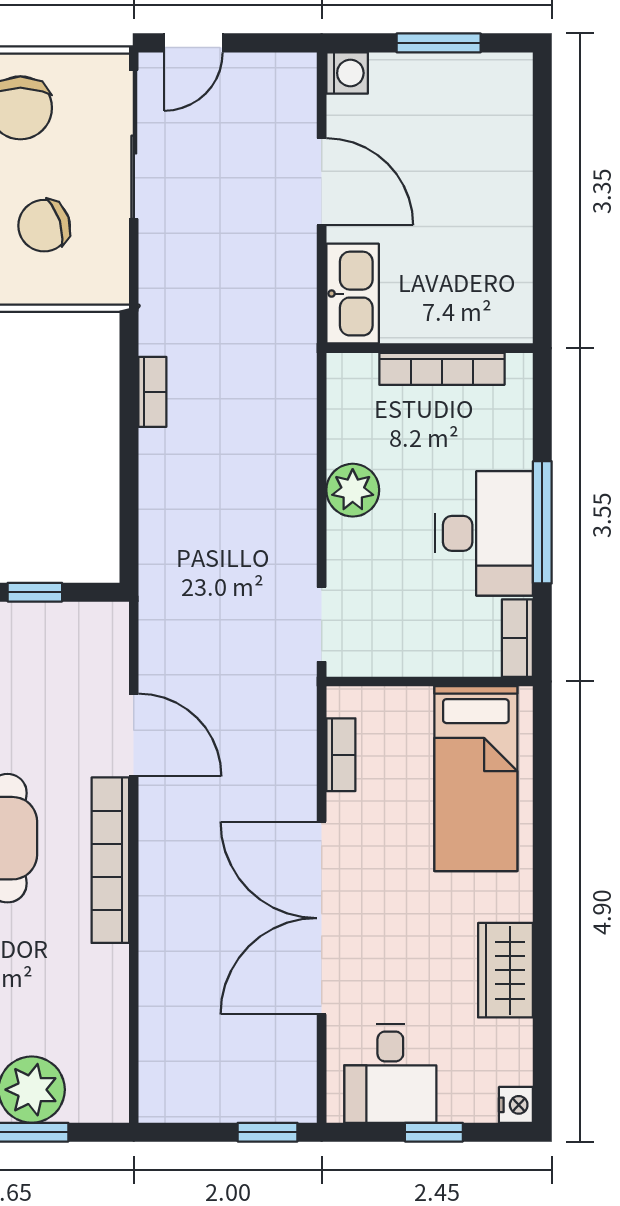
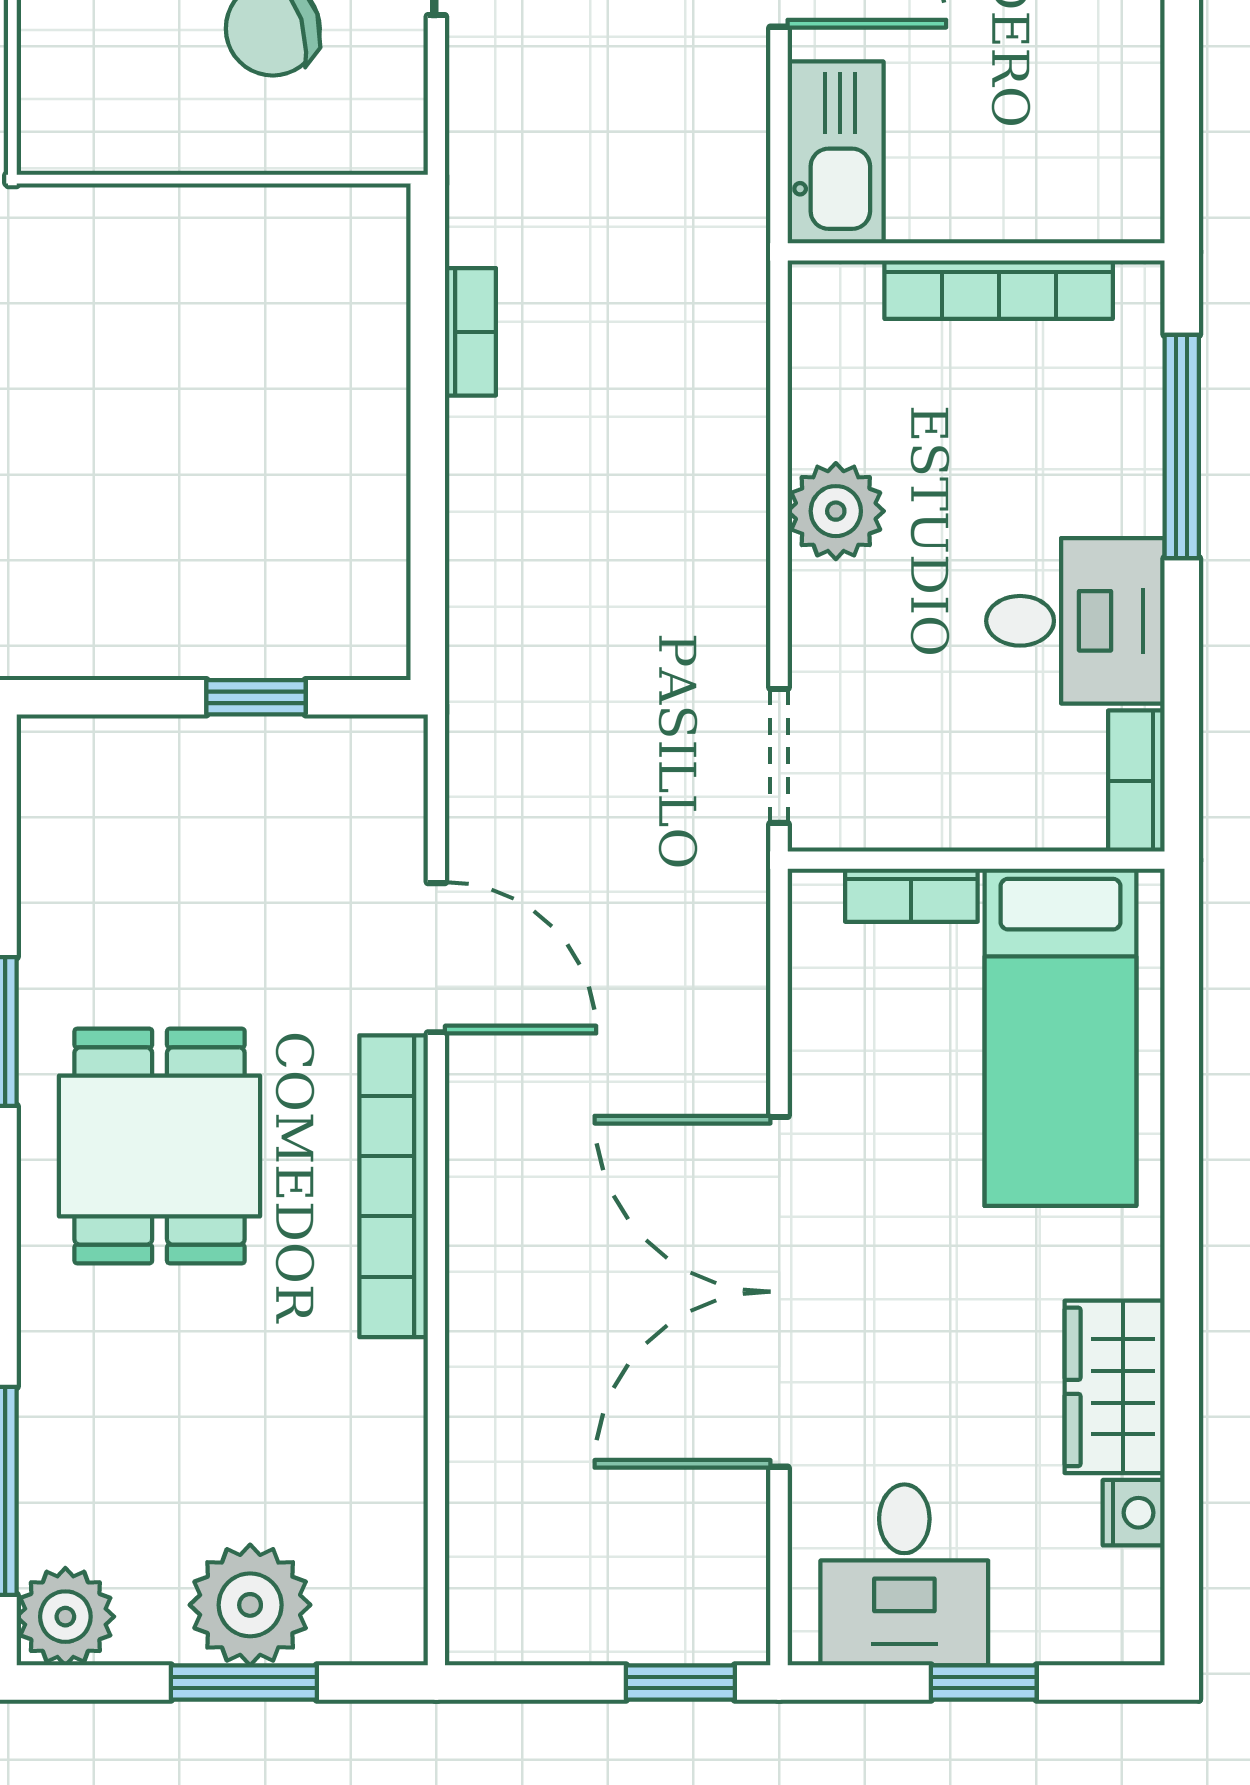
window: (542, 522) -> (1182, 446), moved
desk: (484, 533) -> (1075, 621), width x0.73
bookcase: (341, 755) -> (911, 895), moved, turned 90
nightstand: (516, 1105) -> (1134, 1513), moved

